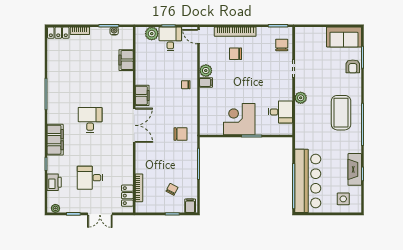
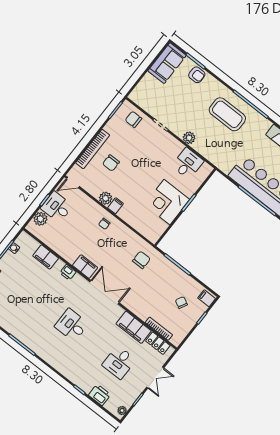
printer: (128, 86) -> (68, 272), added
filing cabinet: (55, 140) -> (134, 327), moved, turned 180

